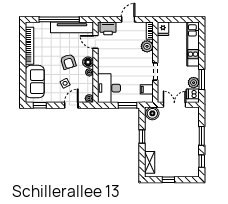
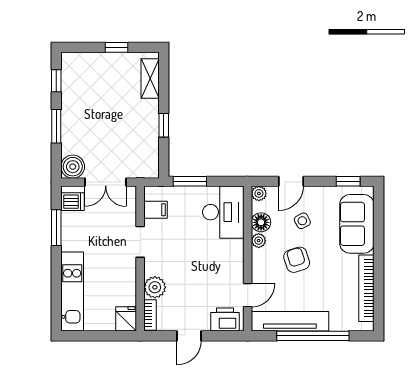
door: (95, 42) -> (248, 295), hinge flipped
floor lamp: (88, 62) -> (261, 222), moved
plant: (194, 83) -> (71, 222), removed
boiler: (152, 113) -> (73, 167), moved

